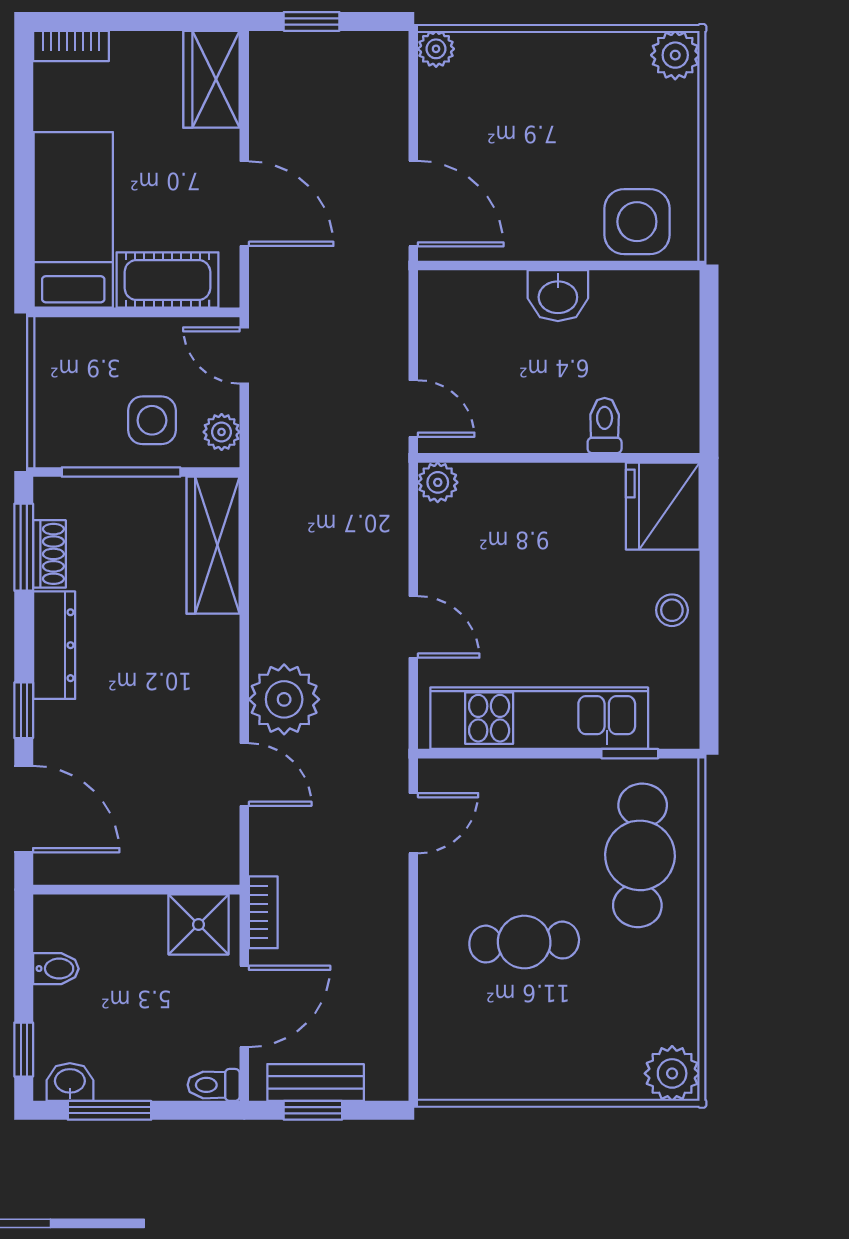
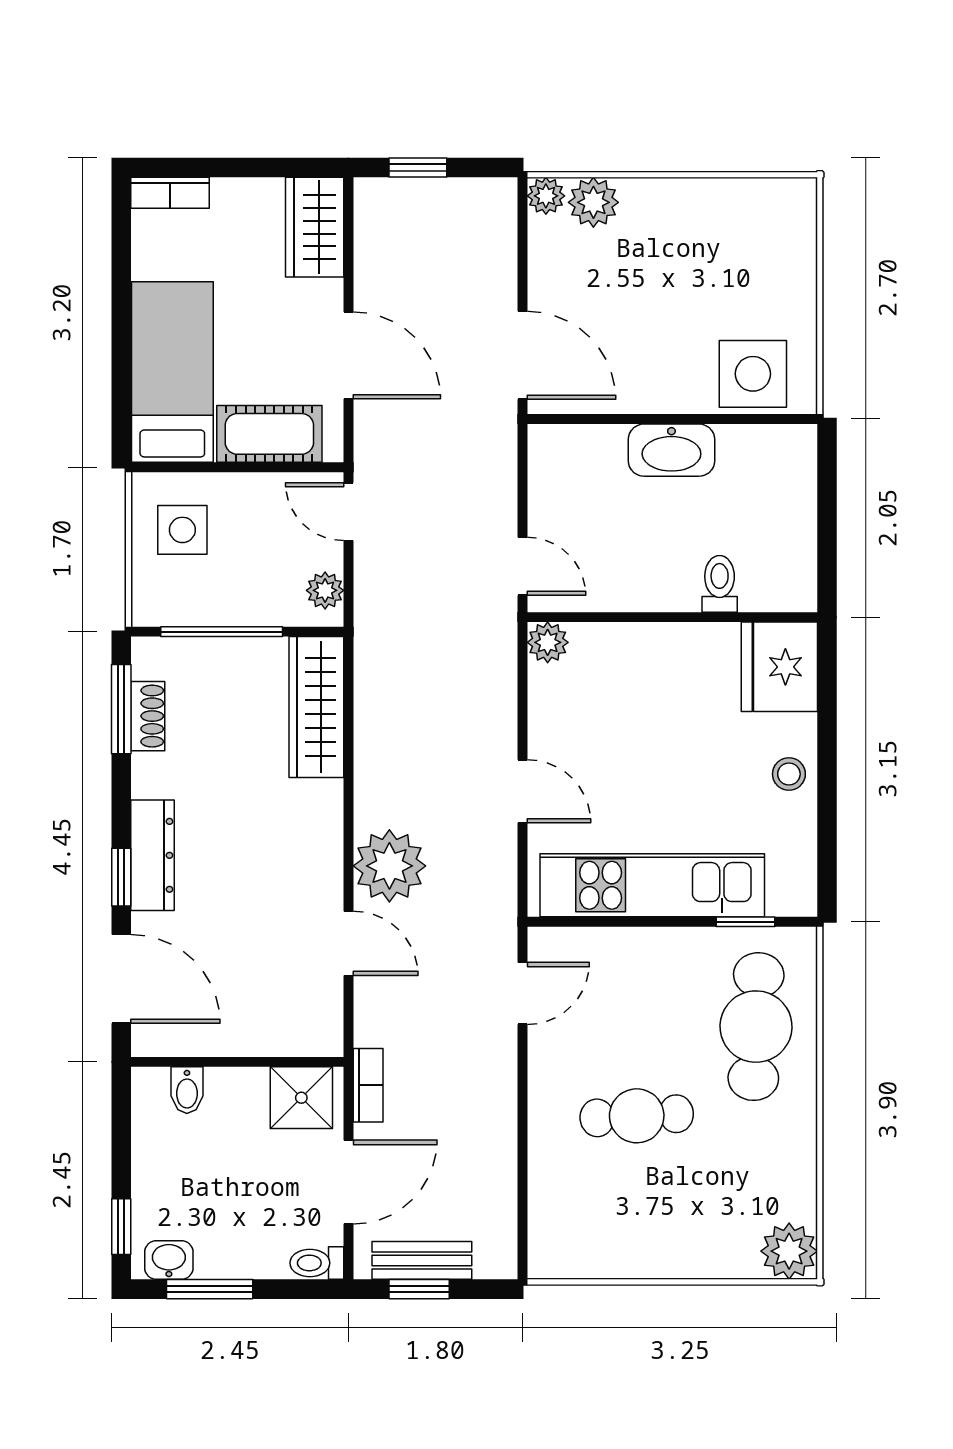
plant: (675, 55) -> (593, 202), moved
washbasin: (558, 296) -> (671, 450), width x1.38
side table: (152, 420) -> (182, 530), moved
dresser: (54, 645) -> (153, 855), moved
bidet: (56, 969) -> (187, 1090), moved, turned 90

